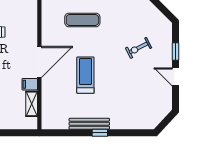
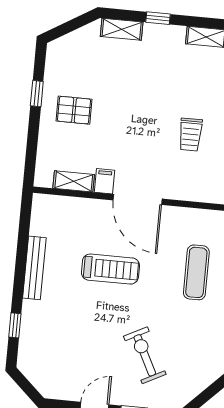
exercise bike: (139, 48) -> (145, 355), width x1.38, depth x1.39
window: (100, 133) -> (15, 325), moved

